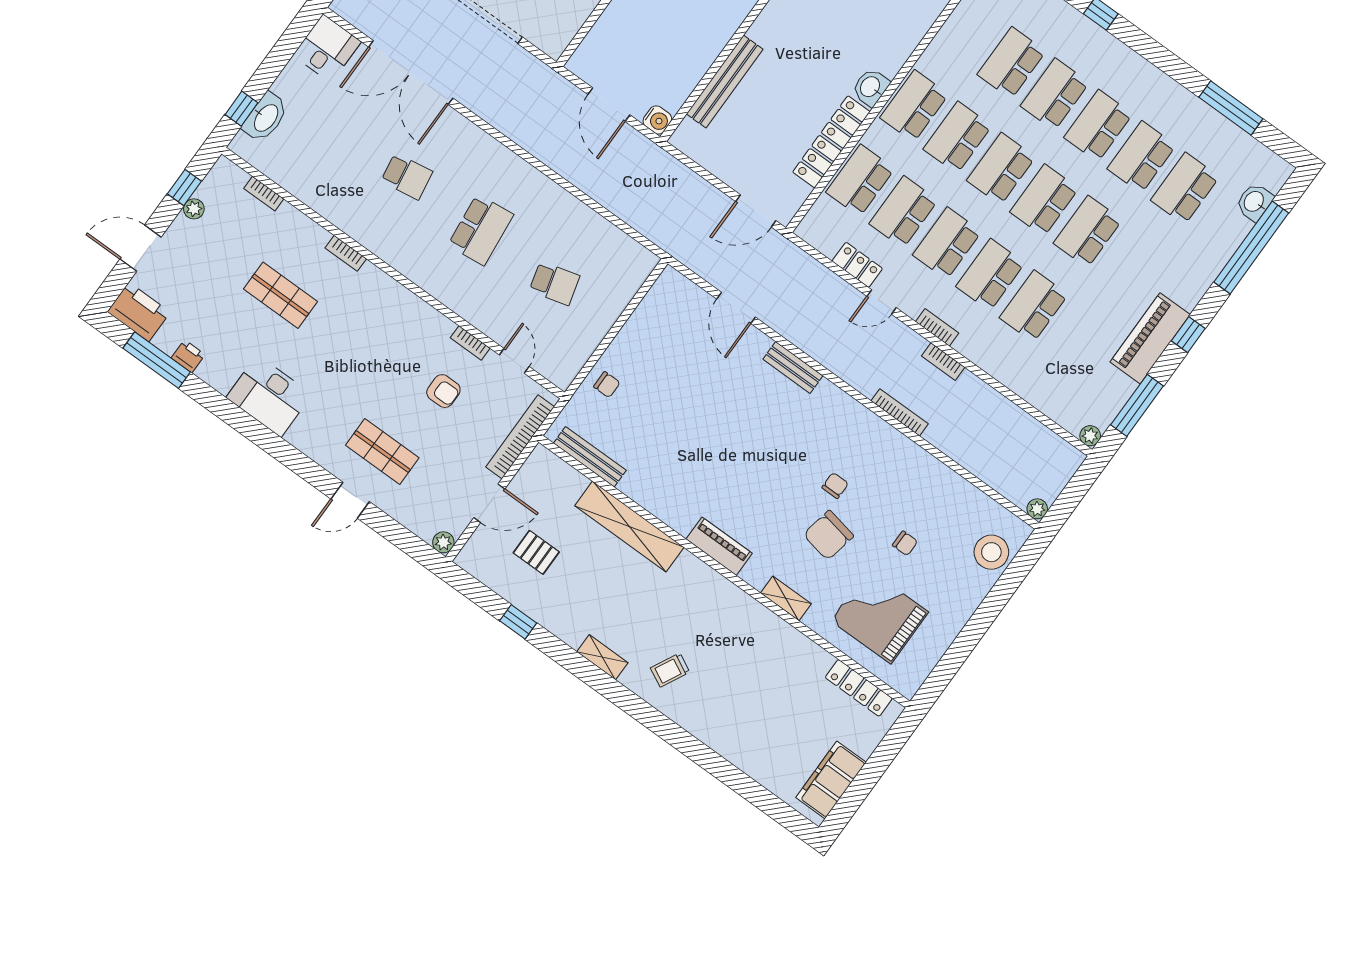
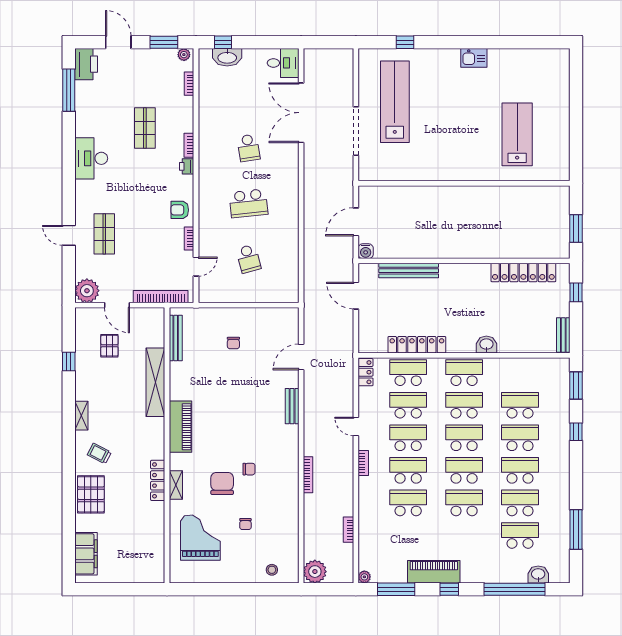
washbasin: (871, 87) -> (486, 345), moved
window: (184, 187) -> (164, 42), width x1.50
plant: (194, 209) -> (184, 55), moved
door: (756, 211) -> (356, 296), moved
locker: (857, 265) -> (366, 372), moved
printer: (188, 356) -> (187, 166), moved, turned 180
bookcase: (943, 362) -> (349, 530), moved
chair: (607, 385) -> (233, 343), moved
armchair: (443, 391) -> (180, 210), moved, turned 90
plant: (1037, 509) -> (315, 572), width x1.88, depth x1.88
chair: (828, 535) -> (222, 483), turned 79
plant: (443, 542) -> (87, 291), width x1.87, depth x1.87
piano: (719, 546) -> (181, 427), width x1.37, depth x1.33
stool: (991, 552) -> (272, 570), width x0.53, depth x0.53
locker: (859, 688) -> (158, 480), moved
pallet: (716, 720) -> (91, 494), added
filing cabinet: (831, 780) -> (86, 554), moved, turned 90

